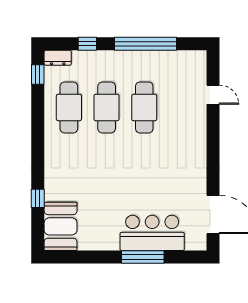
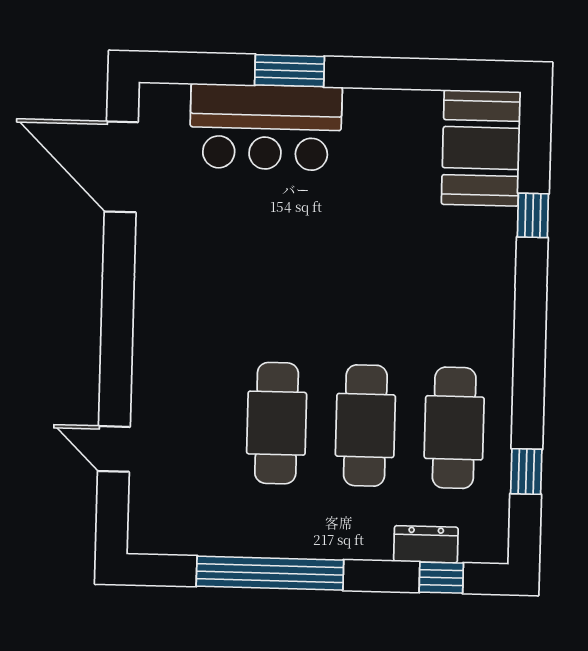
window: (87, 44) -> (441, 578), moved
dresser: (58, 58) -> (426, 544), moved
window: (38, 74) -> (526, 471), moved
window: (143, 257) -> (290, 71), width x0.69

